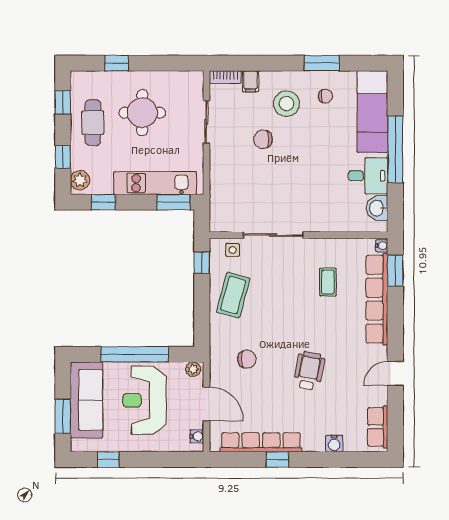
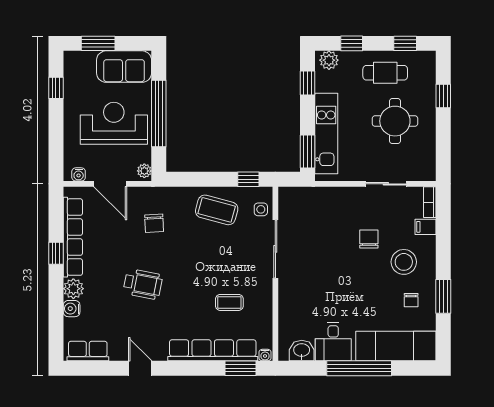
sofa: (87, 400) -> (124, 67), width x0.73
door: (206, 404) -> (110, 184), hinge flipped
plant: (314, 442) -> (73, 289), added

